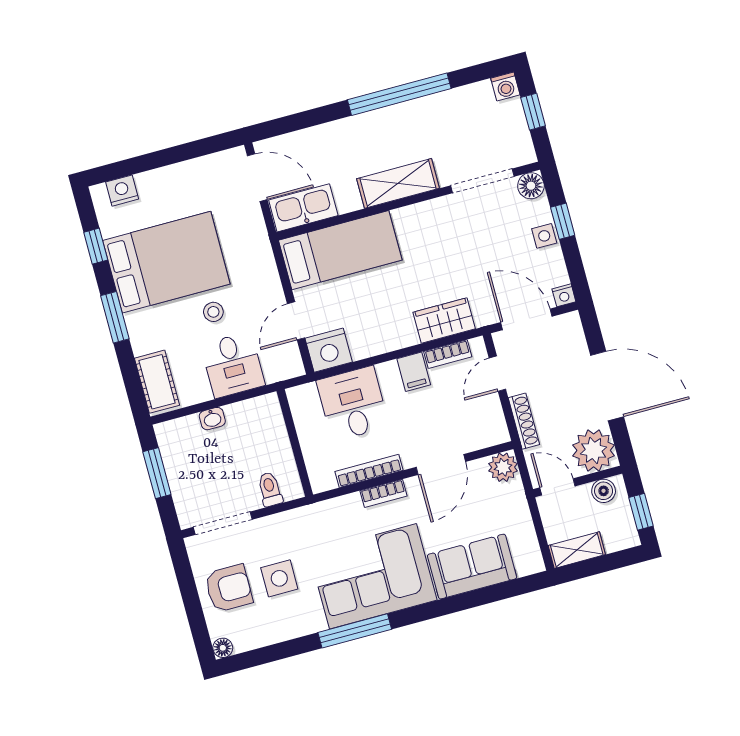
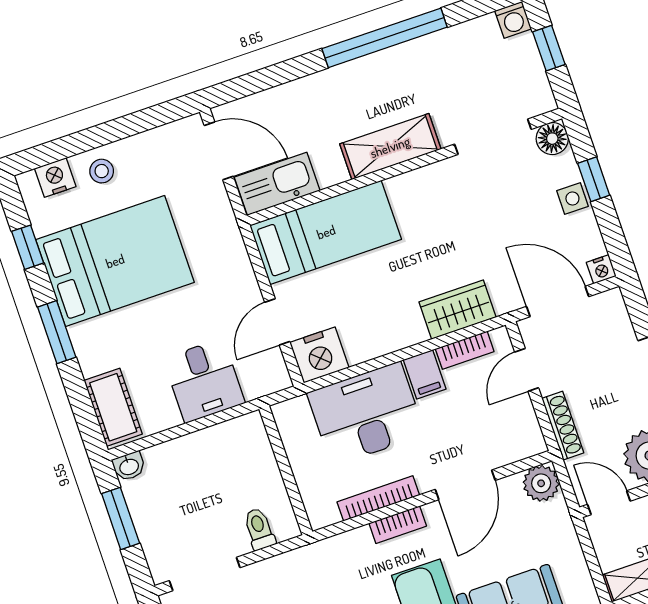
stool: (213, 312) -> (102, 171), moved
desk: (353, 404) -> (366, 414), width x1.37
washbasin: (212, 419) -> (129, 466), moved

